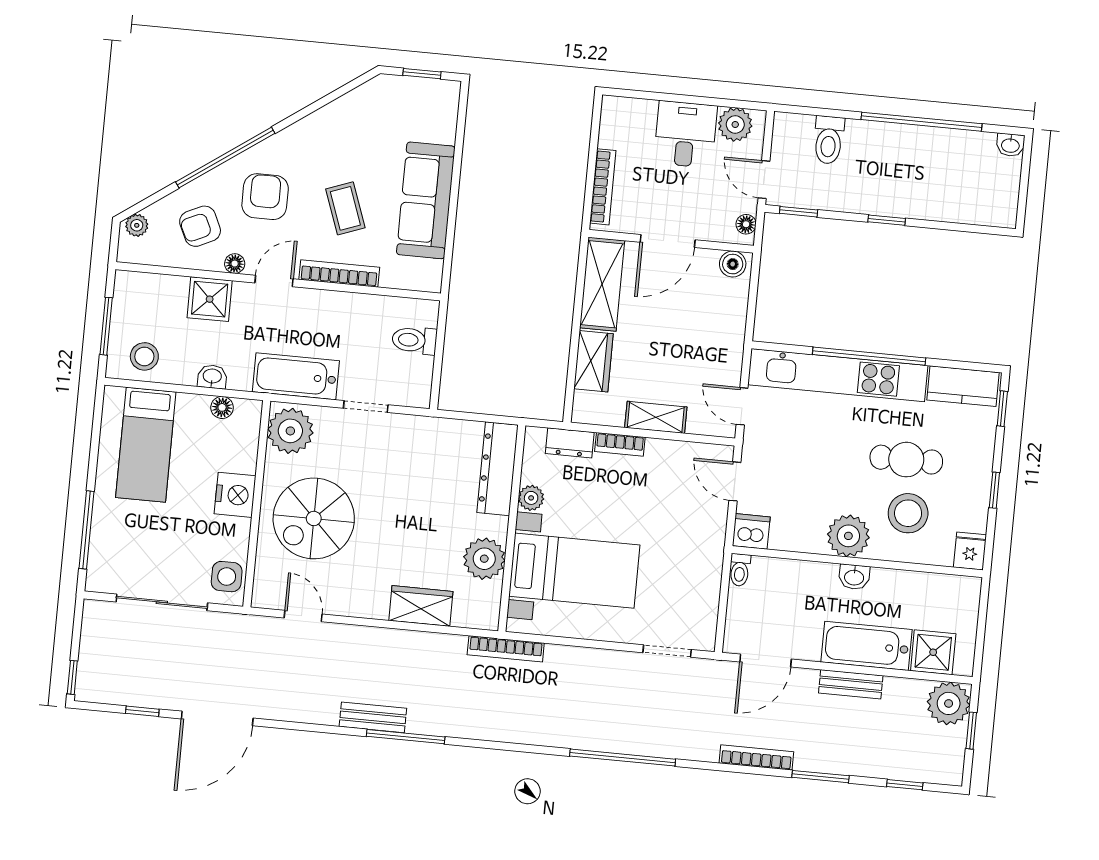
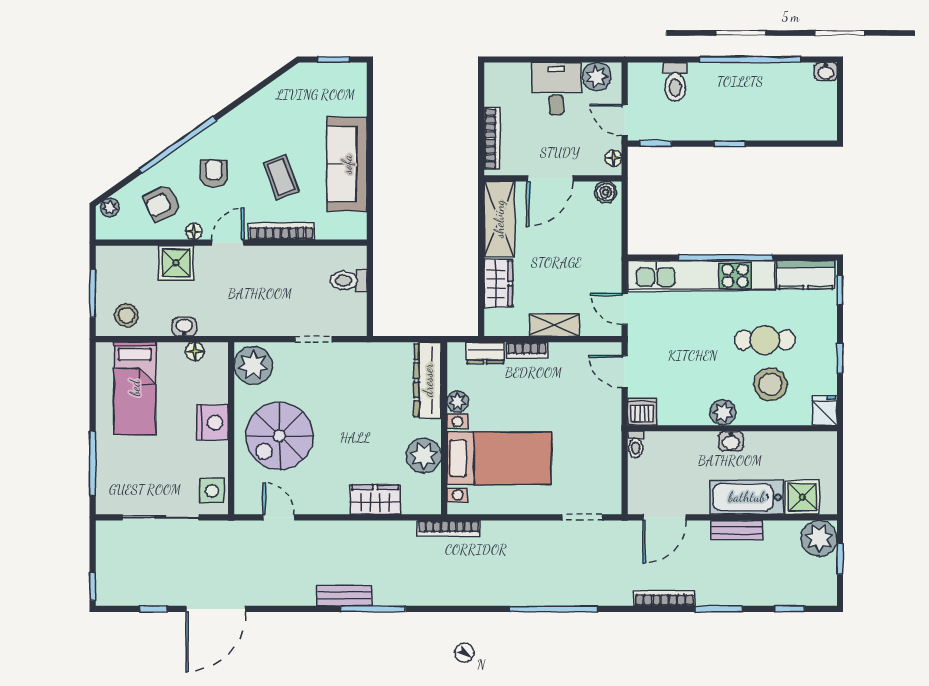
armchair: (265, 197) -> (214, 174), width x0.72, depth x0.72
bathtub: (296, 376) -> (253, 320), removed
plant: (848, 536) -> (723, 412), width x0.73, depth x0.73

